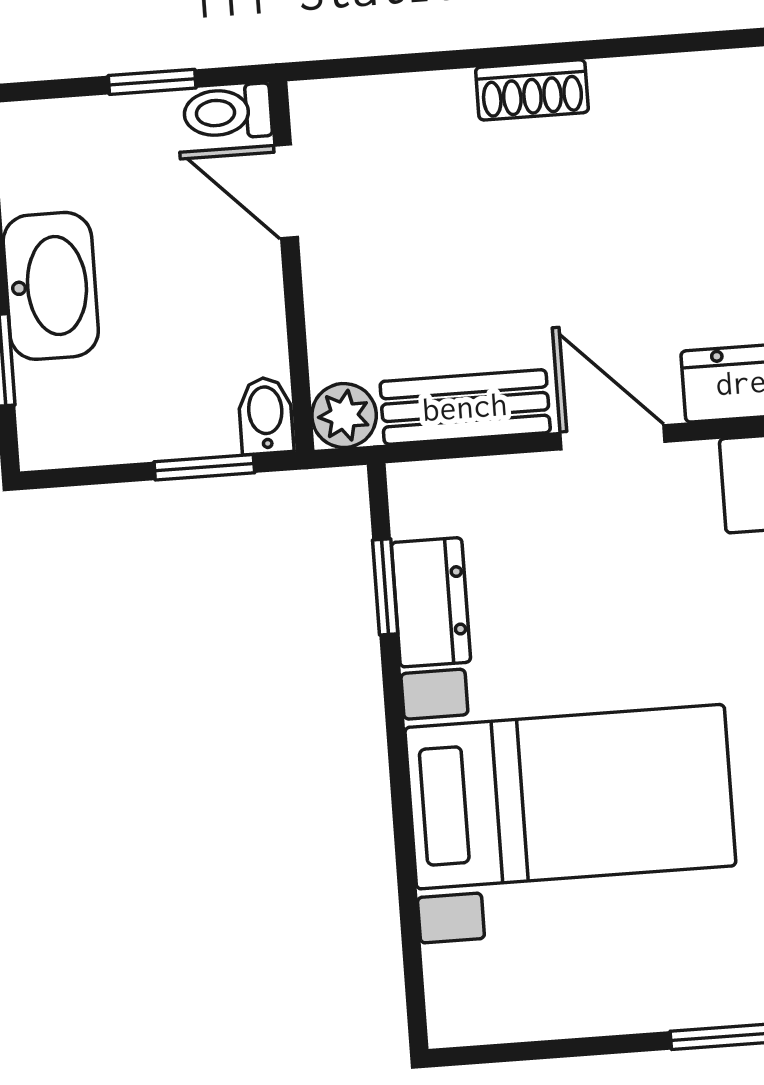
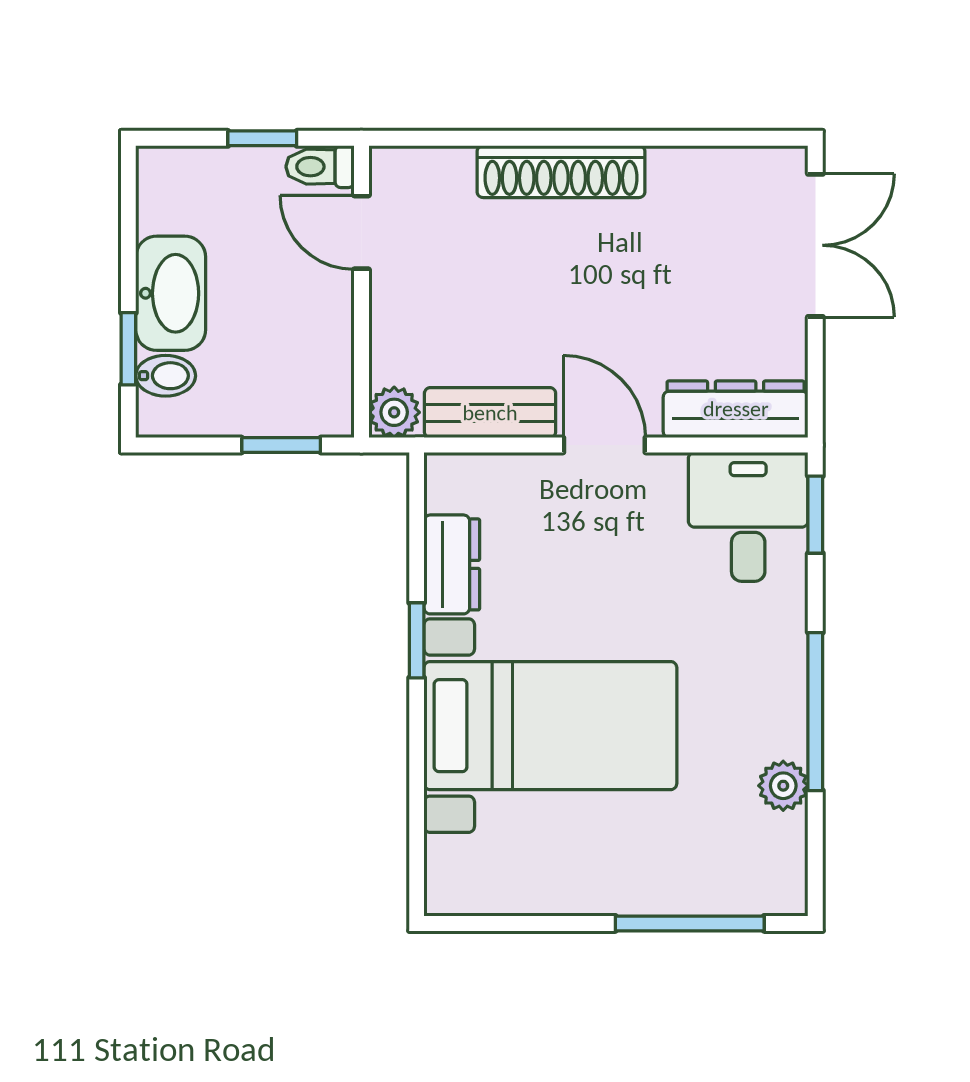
shoe rack: (532, 90) -> (561, 172), width x1.94, depth x1.24
bidet: (266, 416) -> (166, 376), moved, turned 90
window: (385, 587) -> (417, 640), moved

